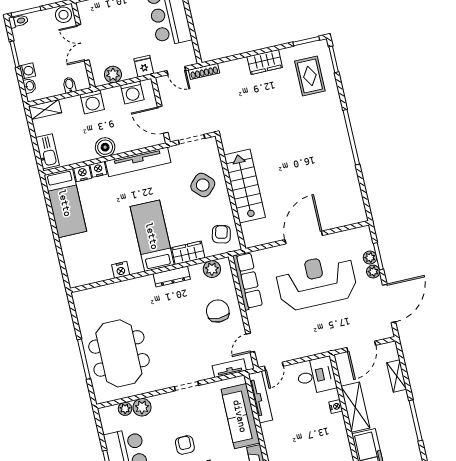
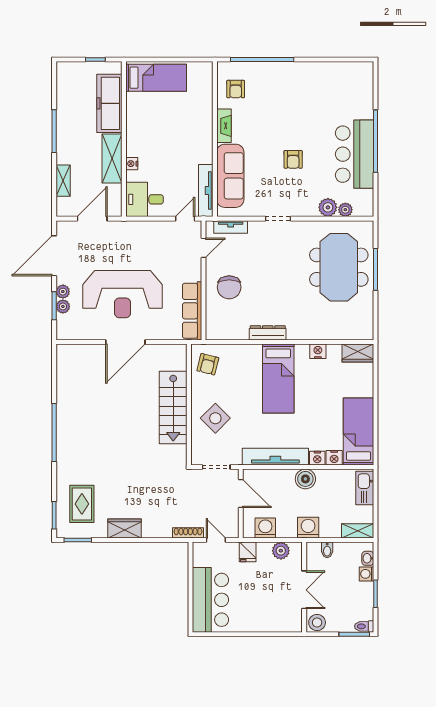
wardrobe: (188, 253) -> (358, 353), moved
plant: (212, 269) -> (225, 331), removed

